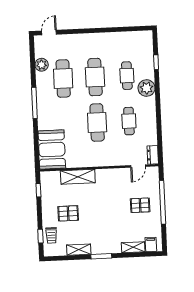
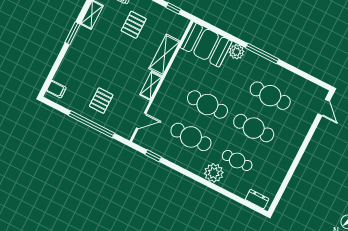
window: (156, 62) -> (153, 156), moved
plant: (42, 65) -> (237, 52), moved
cafe table: (129, 121) -> (191, 137), width x1.37, depth x1.35
dresser: (153, 155) -> (257, 199), moved
door: (138, 166) -> (141, 121), swing flipped
shelving: (133, 247) -> (151, 86), moved

